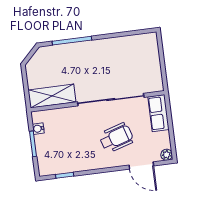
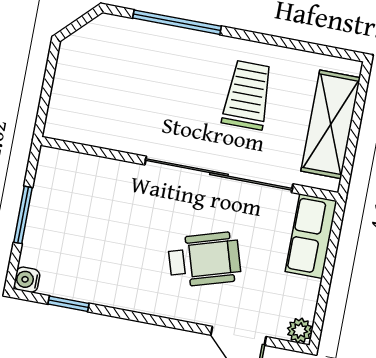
trolley: (112, 62) -> (247, 95), added
shelving: (52, 96) -> (331, 124), moved, turned 90
water cooler: (38, 129) -> (27, 280), moved

